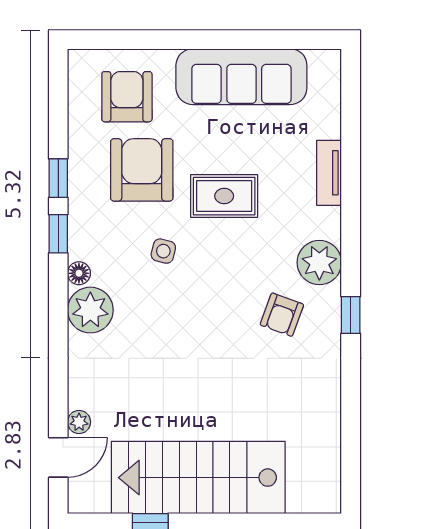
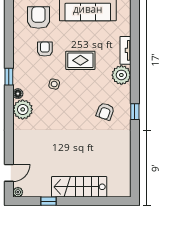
armchair: (142, 170) -> (45, 49), width x0.53, depth x0.53
window: (58, 178) -> (9, 53), removed
plant: (319, 263) -> (121, 75), moved
plant: (79, 422) -> (18, 192), moved
stairs: (198, 478) -> (79, 187), width x0.73, depth x0.66

